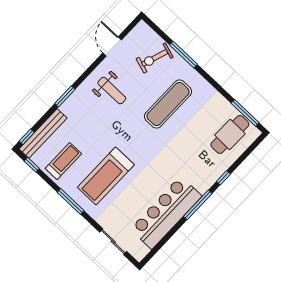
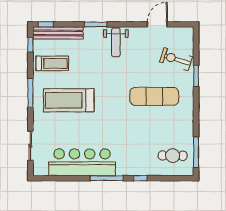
window: (183, 55) -> (196, 76), width x0.69
weight bench: (112, 91) -> (116, 42), moved
cafe table: (230, 134) -> (173, 156), width x0.73, depth x0.74

